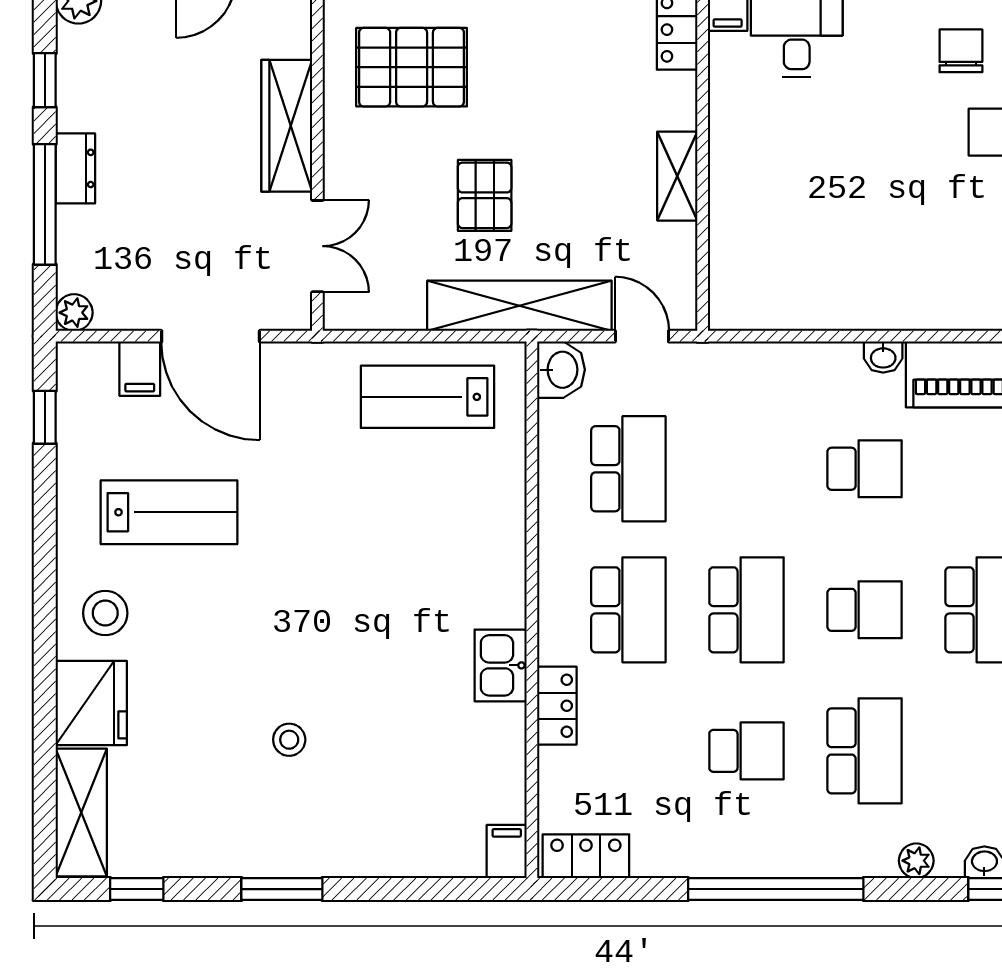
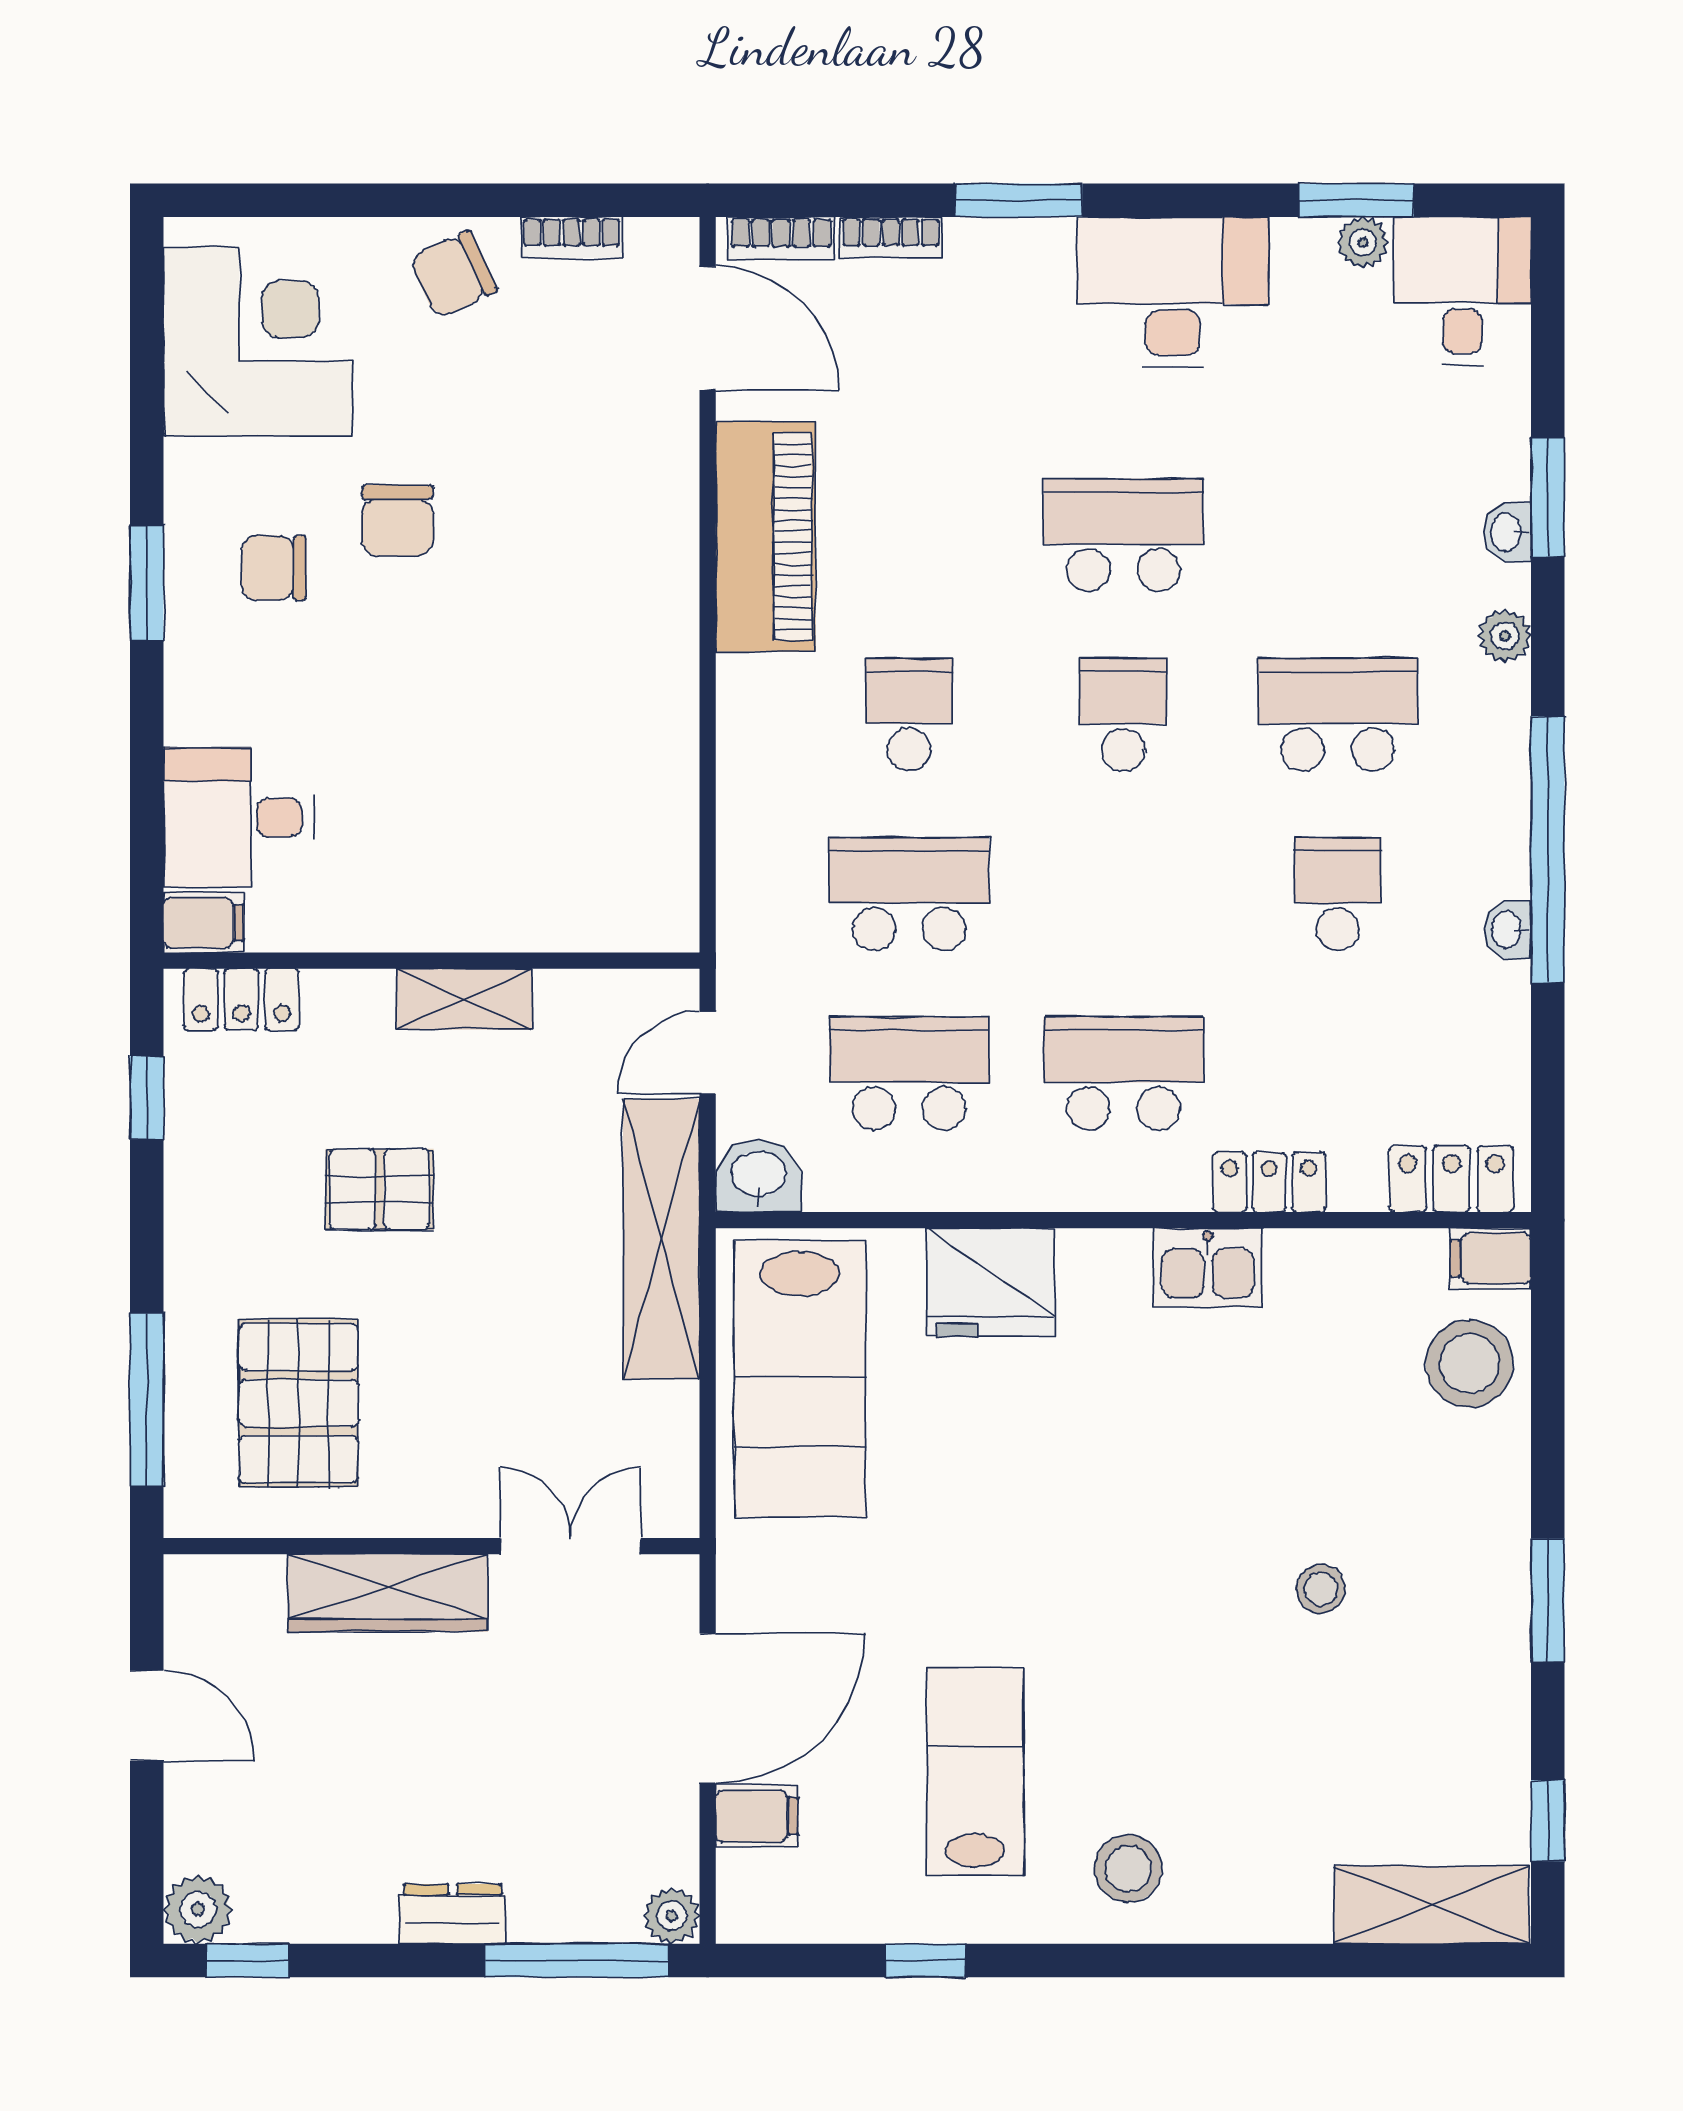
window: (45, 80) -> (248, 1960), moved
pallet: (485, 195) -> (380, 1189), moved
window: (45, 204) -> (577, 1960), moved
washbasin: (883, 357) -> (1508, 930), moved, turned 180
lab bench: (428, 397) -> (800, 1379), width x1.36, depth x1.39
window: (45, 417) -> (925, 1960), moved
school desk: (746, 610) -> (909, 894), moved
fridge: (91, 703) -> (990, 1282), moved, turned 180
stool: (437, 837) -> (1469, 1364), added
locker: (586, 856) -> (1451, 1179), moved, turned 90

